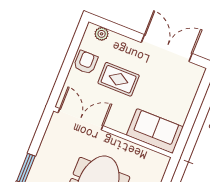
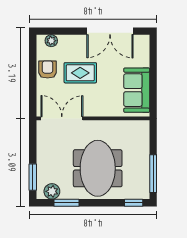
double door: (167, 48) -> (110, 31), swing flipped
sofa: (155, 131) -> (137, 90), moved, turned -90

